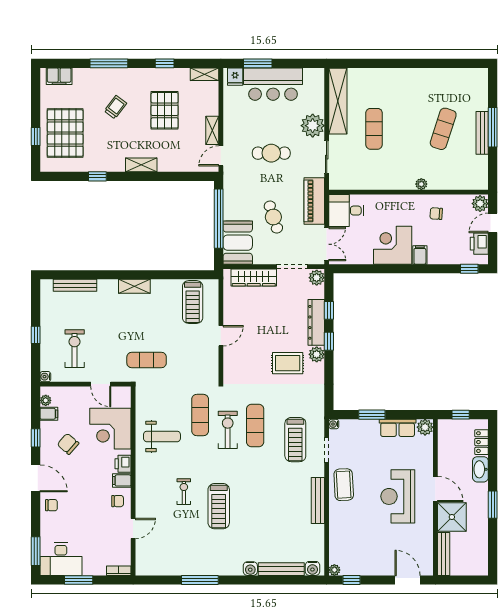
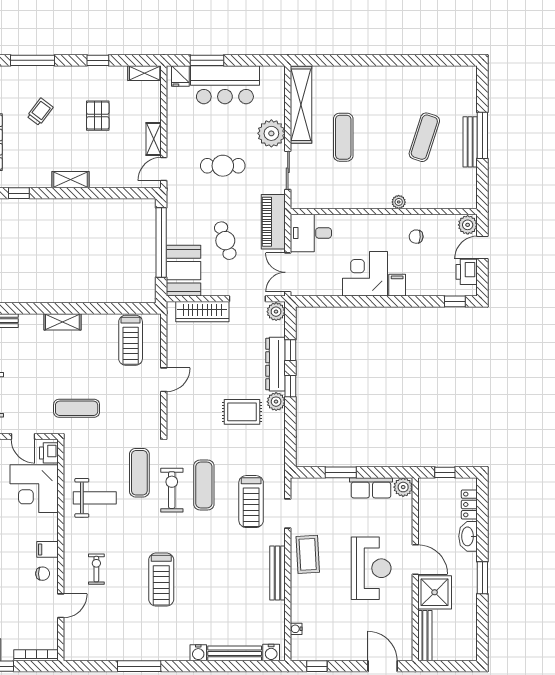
pallet: (165, 110) -> (98, 116), width x0.67, depth x0.71
double door: (327, 244) -> (288, 272), swing flipped
water cooler: (334, 424) -> (296, 629), moved
printer: (123, 464) -> (49, 453), moved
exercise bike: (184, 492) -> (96, 569), moved
reception desk: (398, 496) -> (371, 568), turned 180
plant: (334, 570) -> (297, 654), removed
bookcase: (119, 571) -> (36, 655), width x1.56

